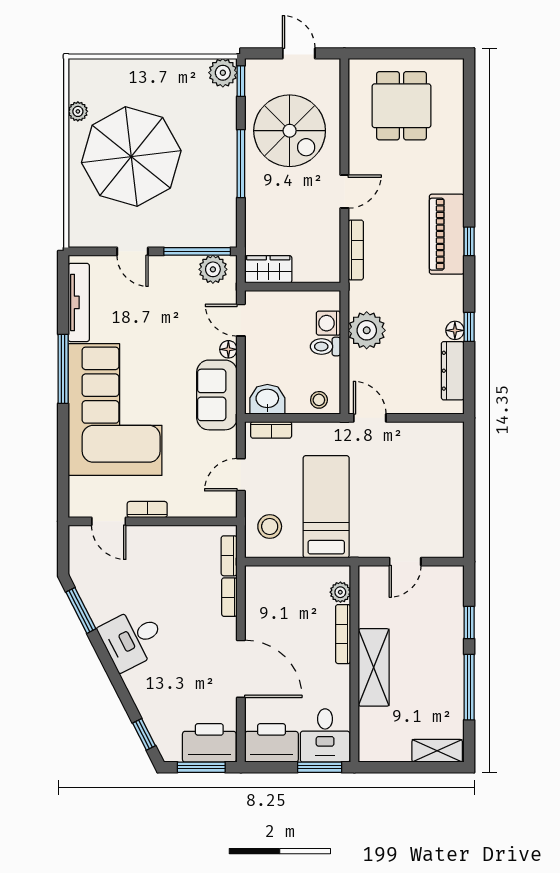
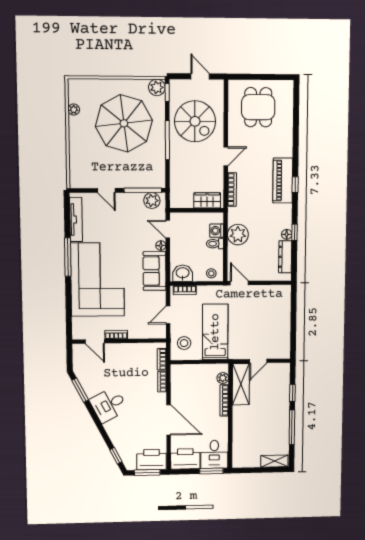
parasol: (131, 157) -> (124, 123), moved
wardrobe: (268, 269) -> (207, 200), moved
shelving: (374, 667) -> (241, 384), moved

